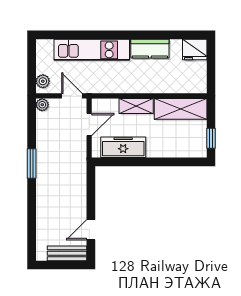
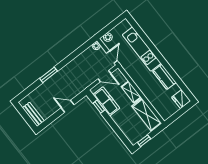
window: (123, 162) -> (99, 107), added
window: (32, 164) -> (49, 75), moved
door: (91, 230) -> (68, 106), moved

